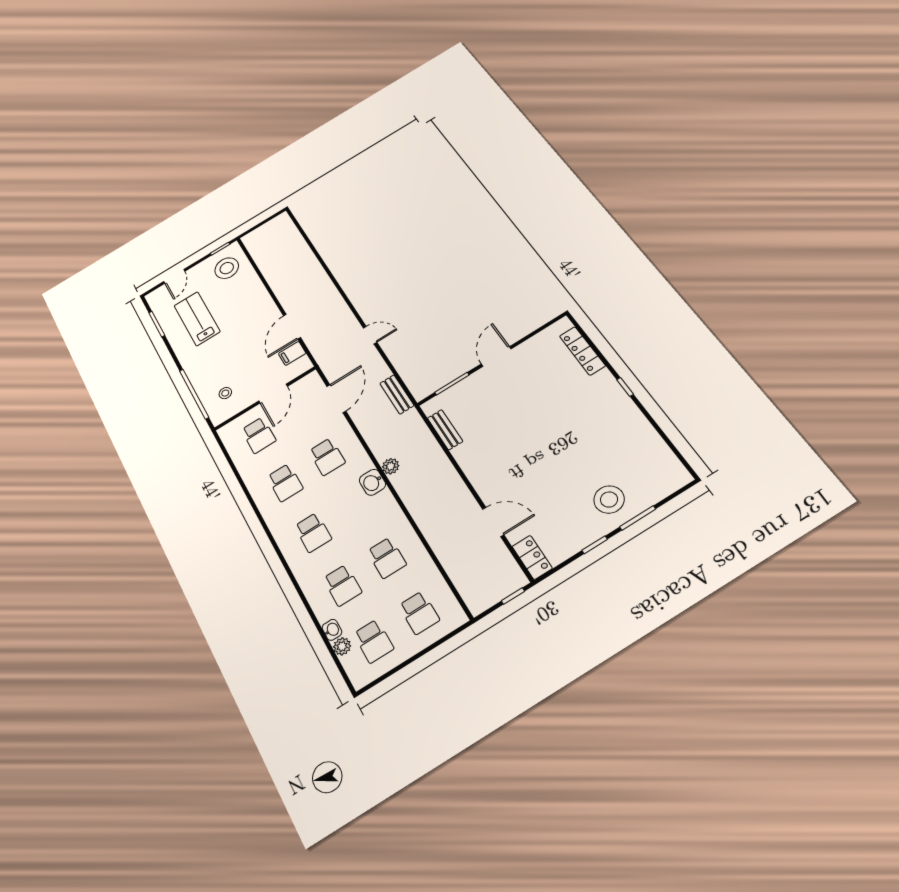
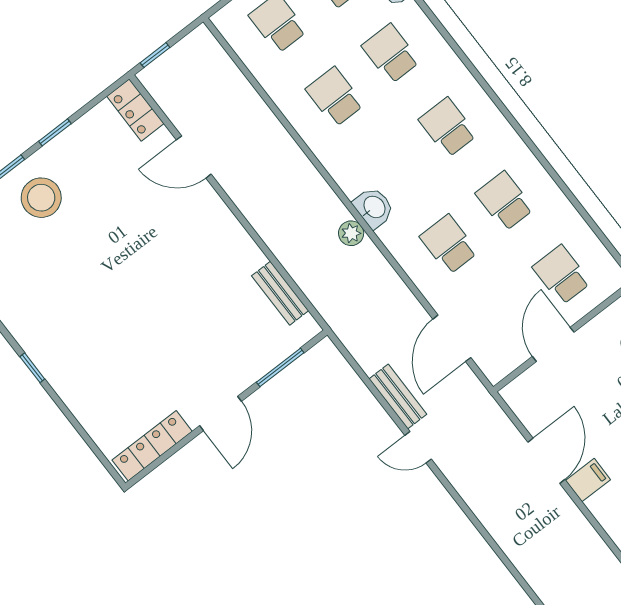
locker: (582, 351) -> (152, 446), moved, turned -90
filing cabinet: (292, 353) -> (588, 480), moved
bench: (397, 394) -> (398, 397), moved

